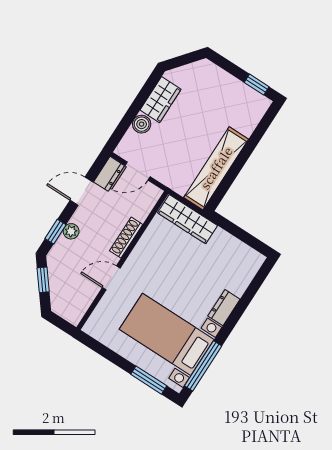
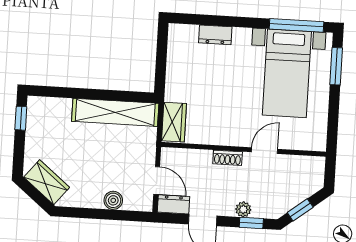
wardrobe: (160, 100) -> (47, 182), moved, turned 39
wardrobe: (187, 219) -> (174, 122), width x0.67
shoe rack: (126, 238) -> (228, 158), width x0.70
door: (111, 278) -> (264, 151), swing flipped
dresser: (224, 308) -> (215, 35), moved

